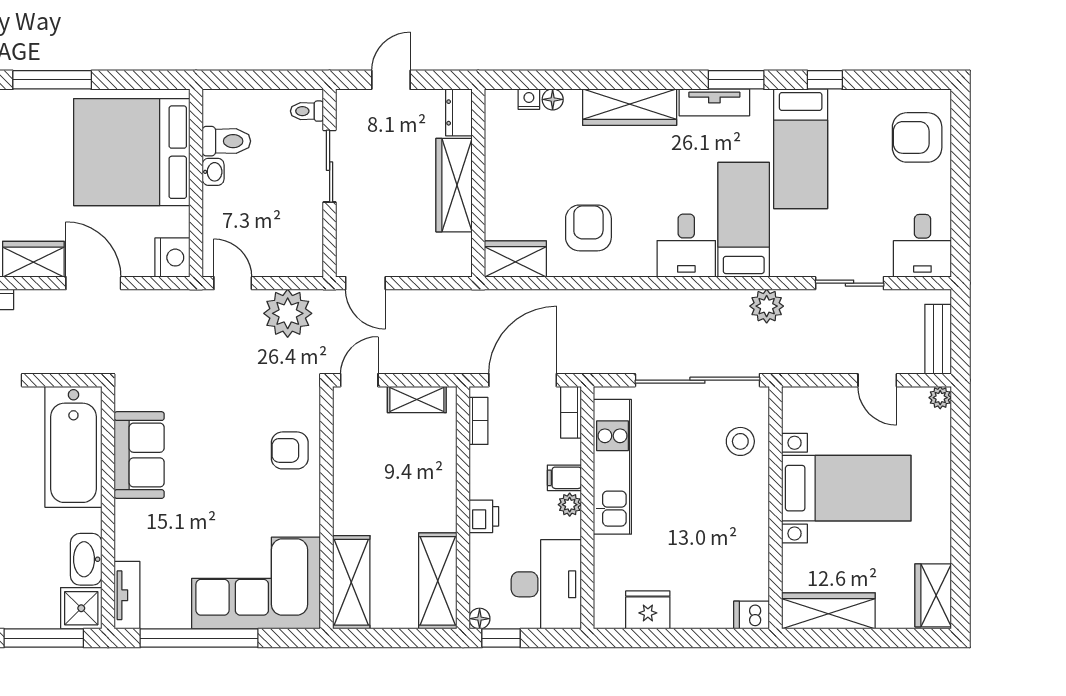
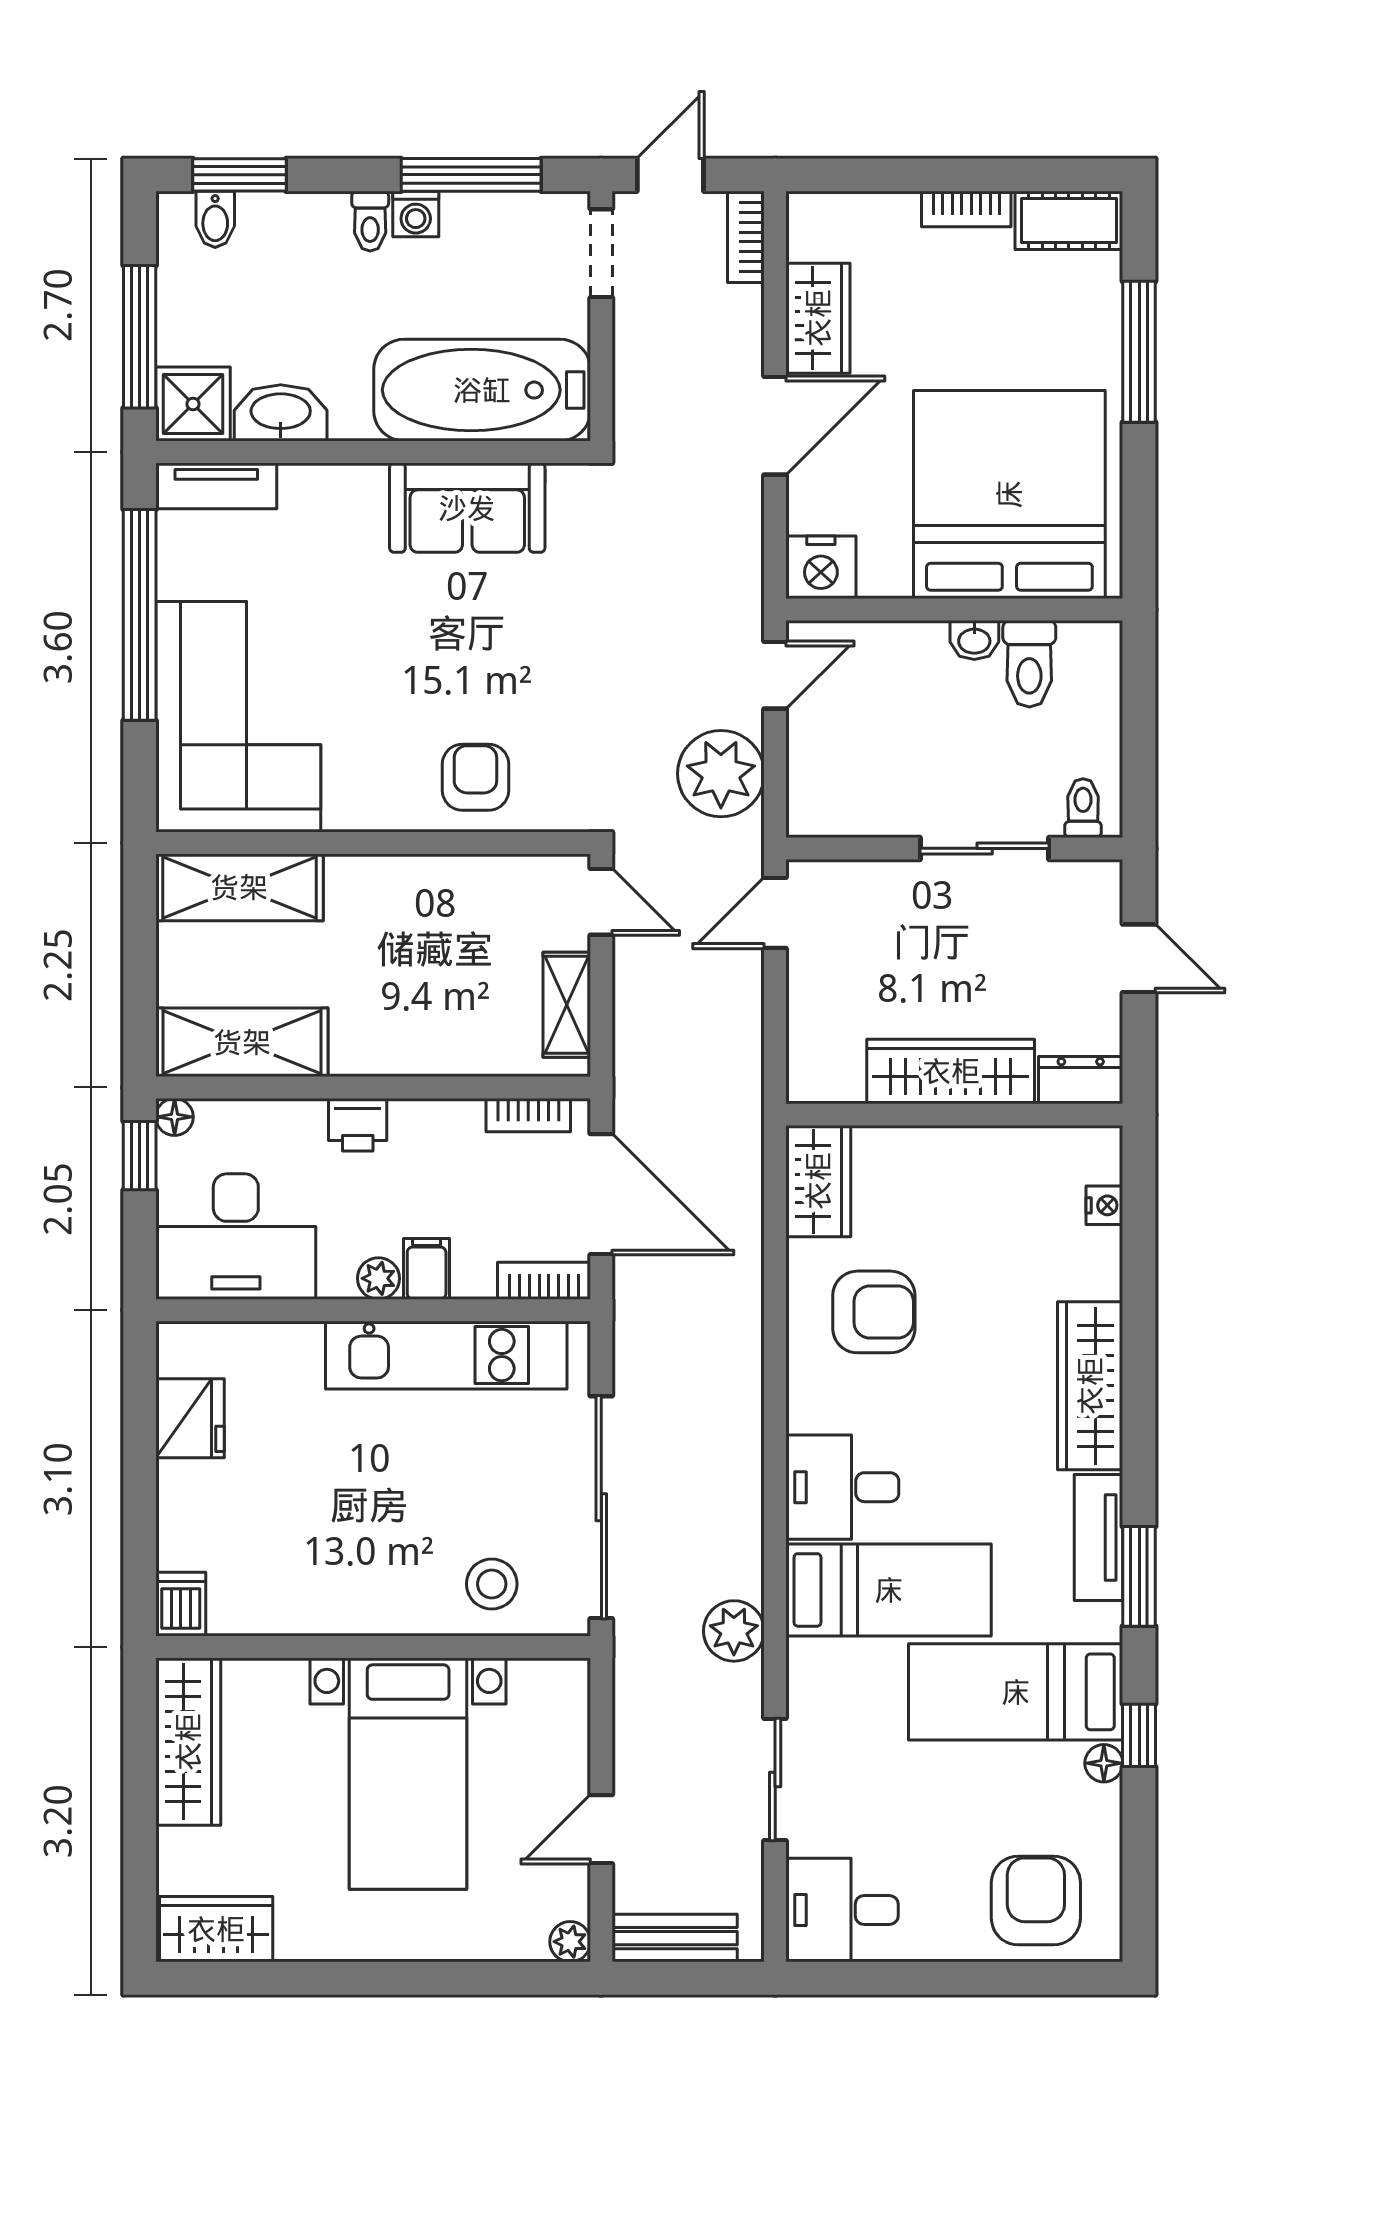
floor lamp: (553, 99) -> (1104, 1763), moved

